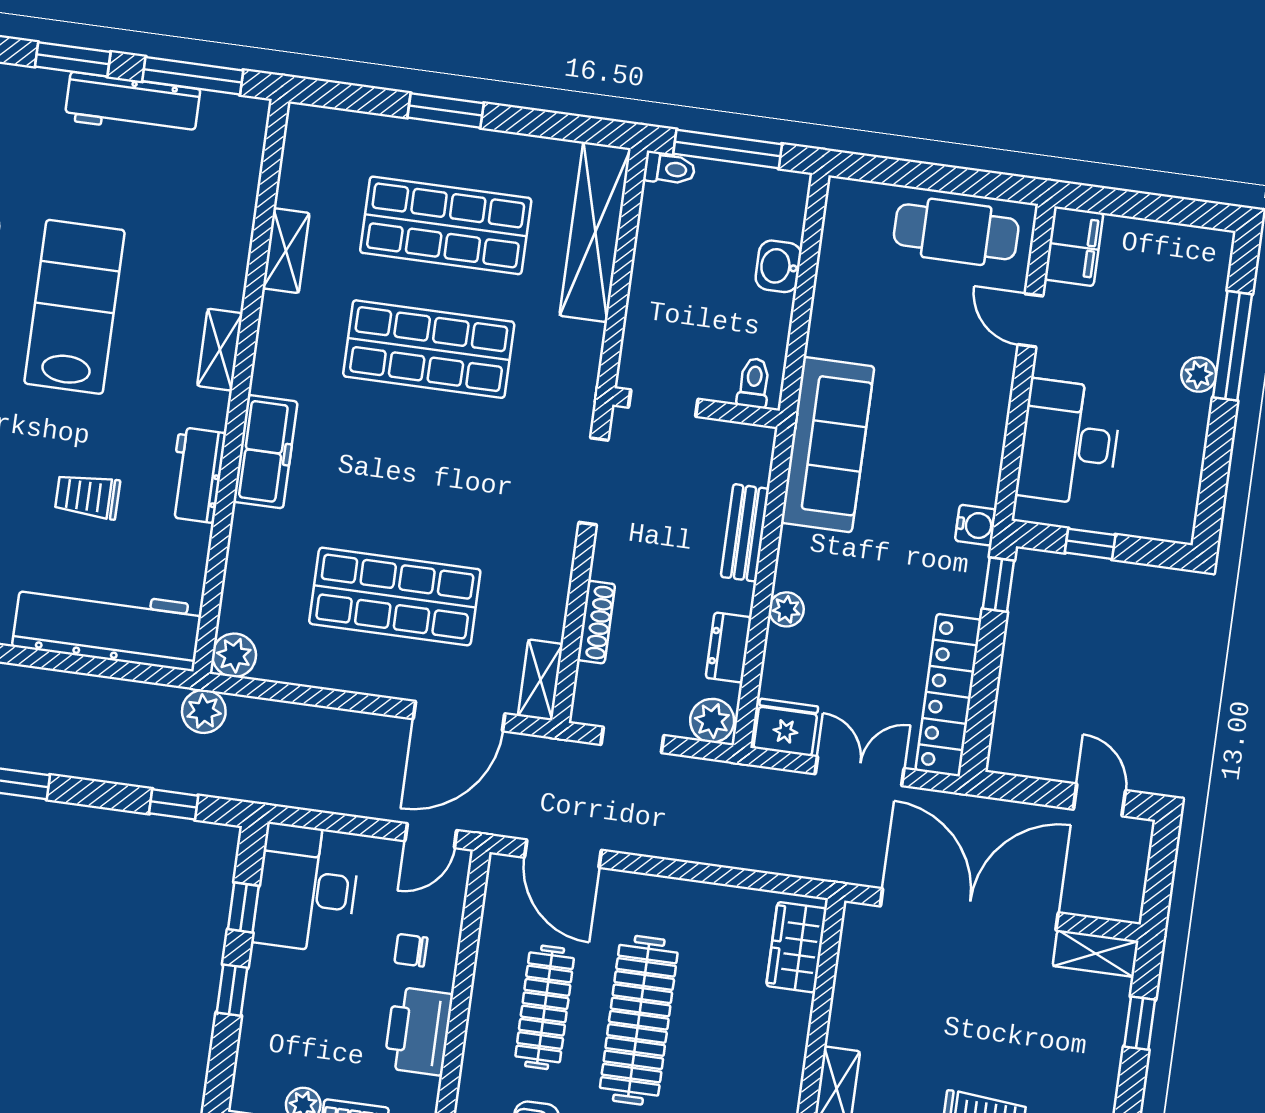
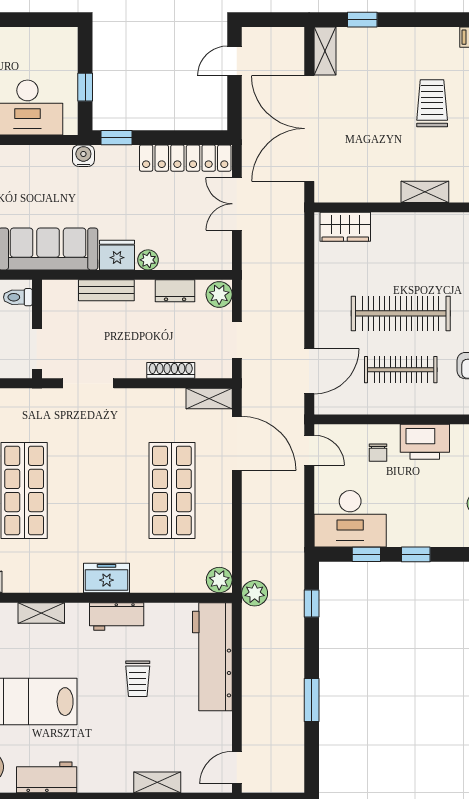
freezer: (265, 452) -> (107, 578), width x0.71
fridge: (786, 727) -> (117, 255), moved, turned 90

